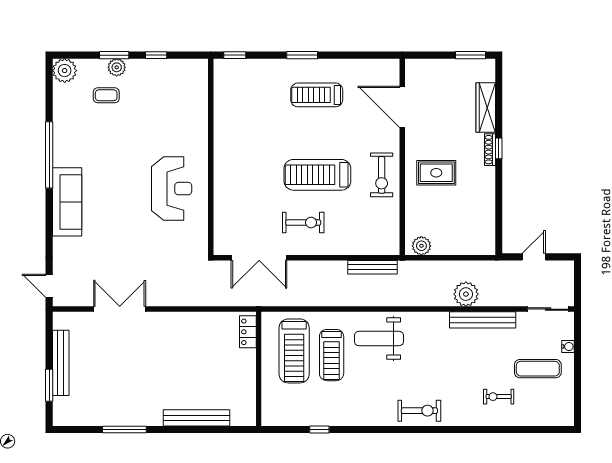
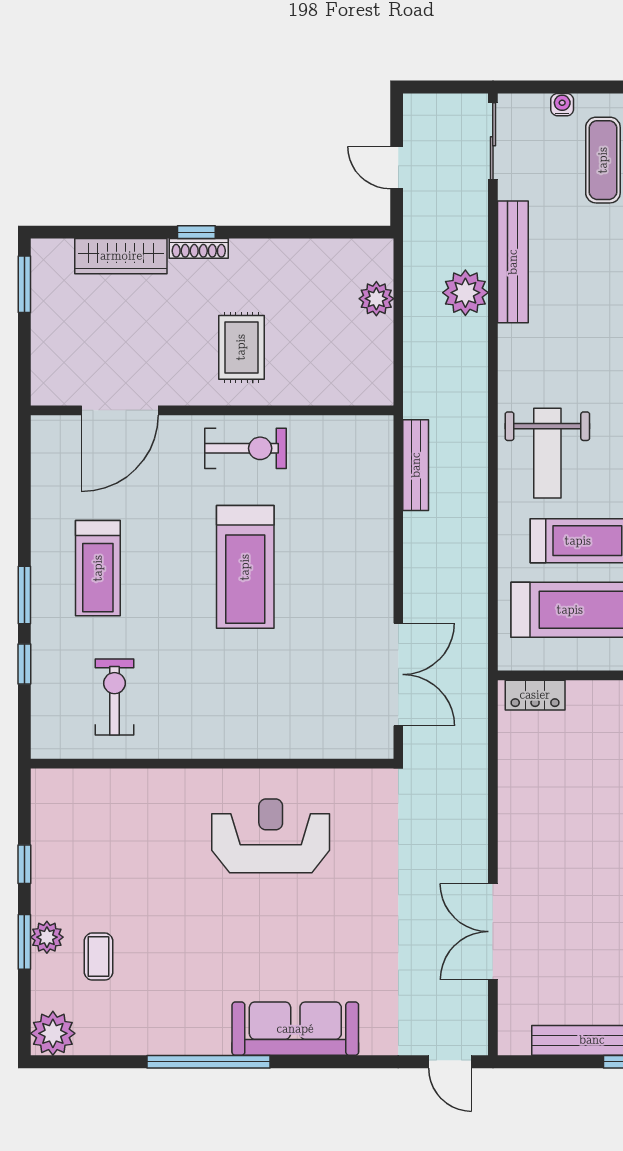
window: (235, 55) -> (24, 664), moved
exercise bike: (303, 223) -> (114, 697), moved
plant: (421, 246) -> (376, 299), moved
door: (49, 286) -> (450, 1062), hinge flipped

